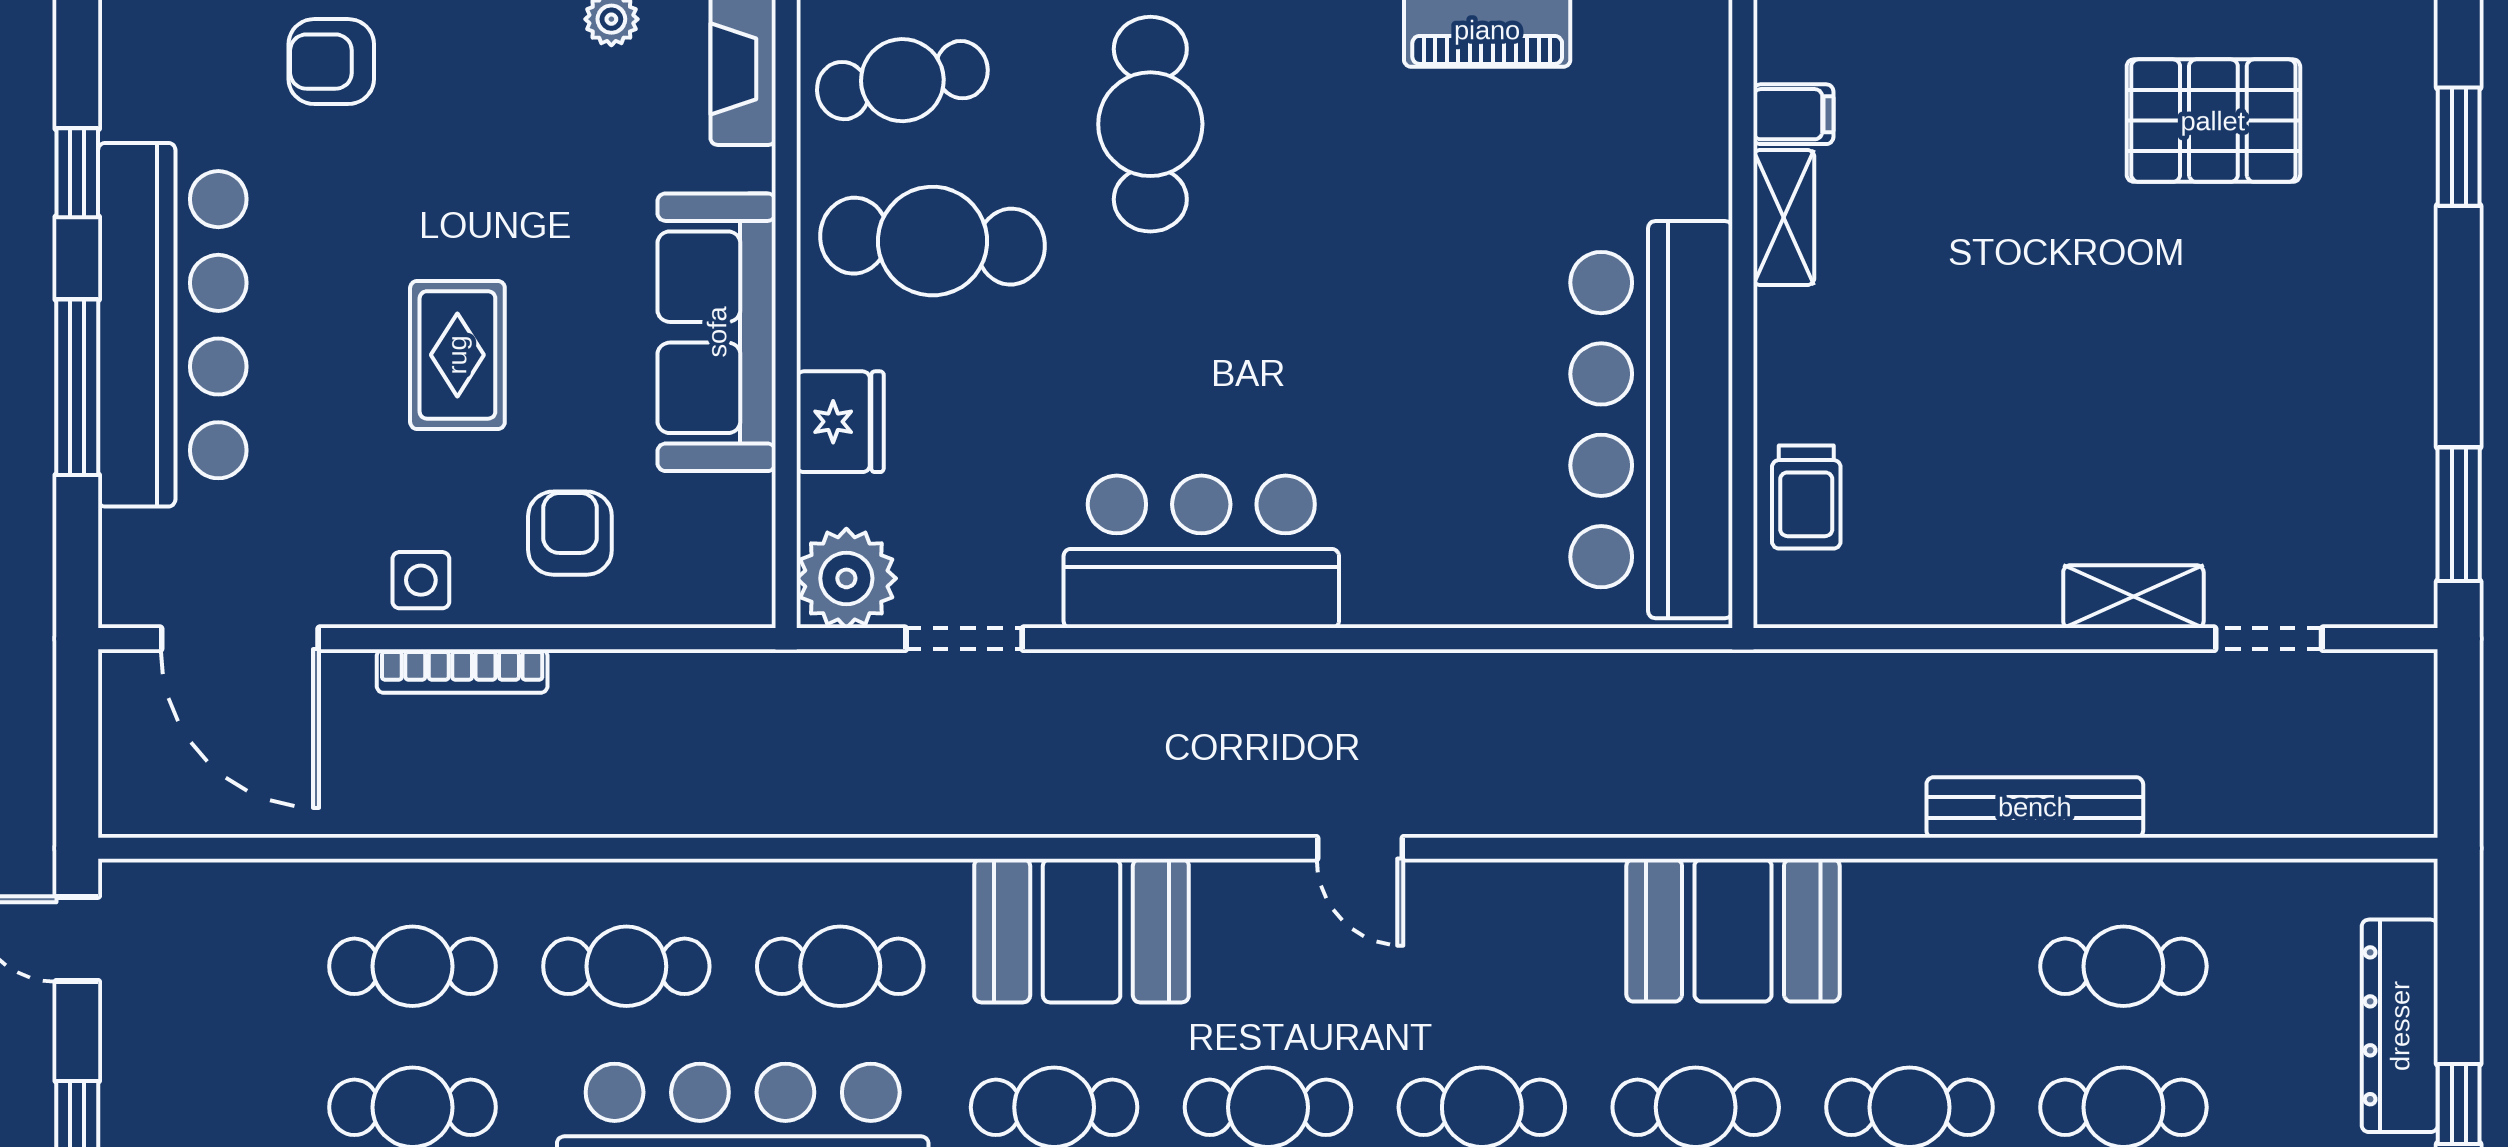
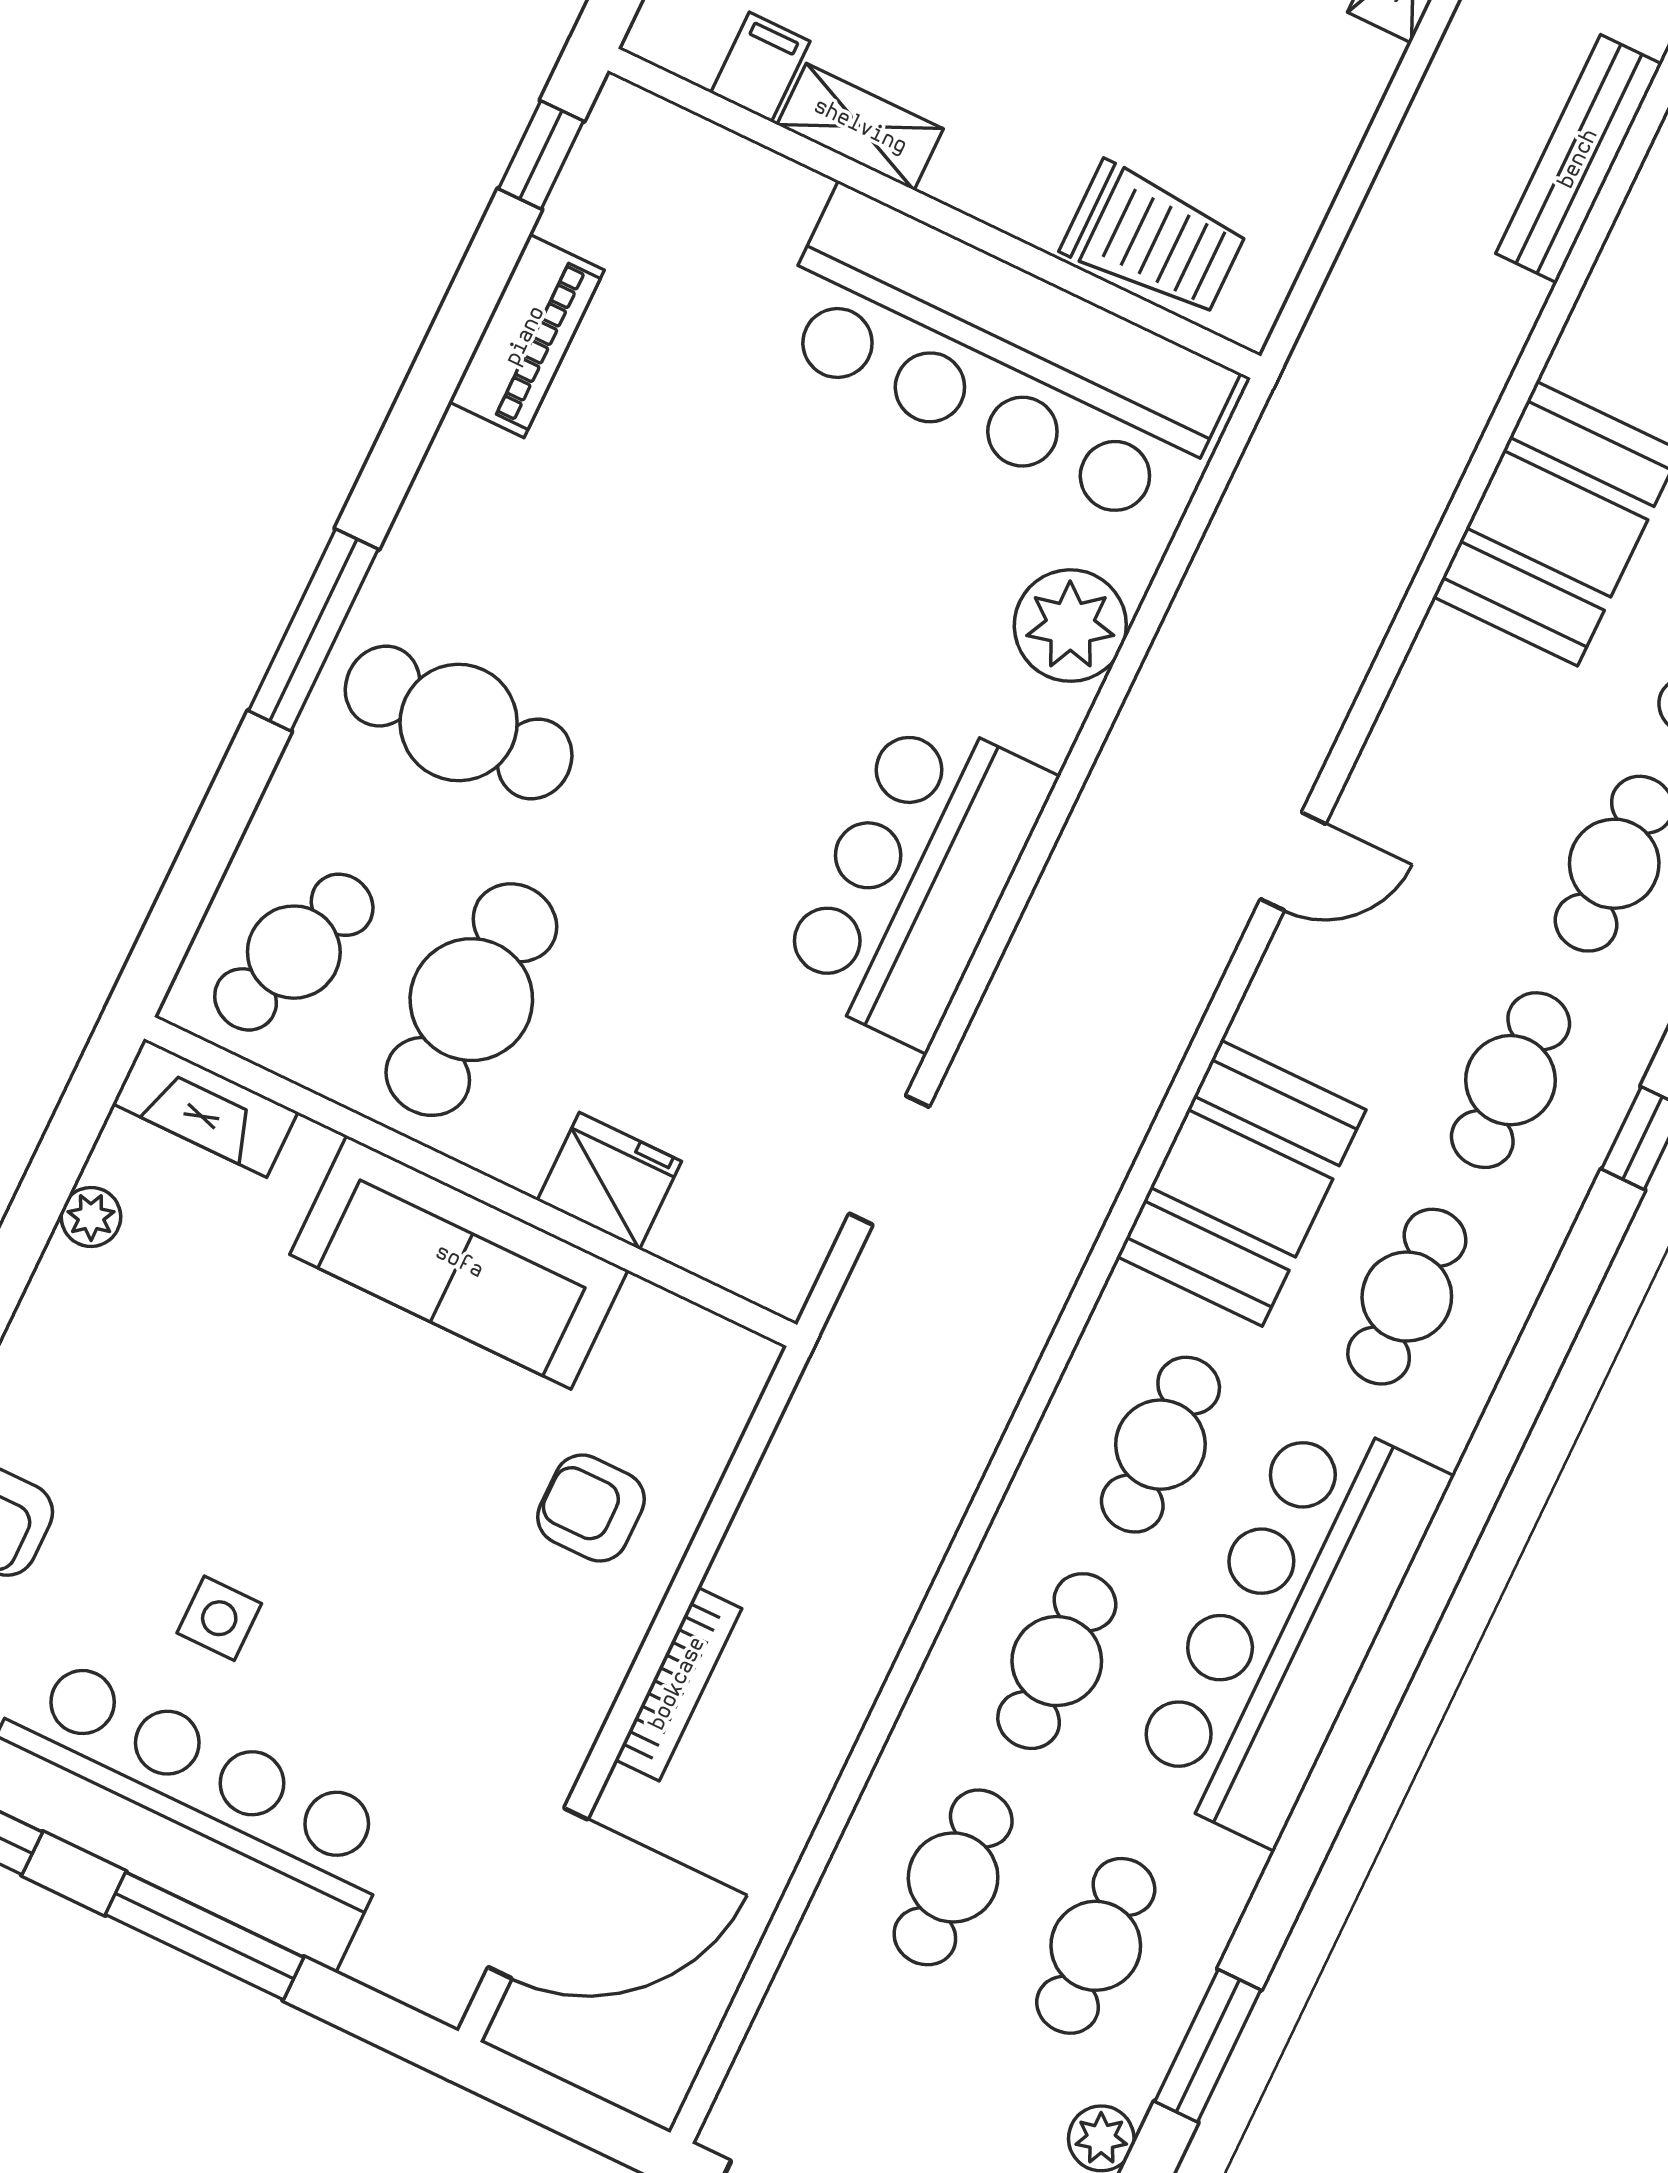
cafe table: (902, 80) -> (294, 952), turned 30
rug: (457, 355) -> (356, 1536), removed
trolley: (1806, 497) -> (1154, 240), width x1.36, depth x1.39
plant: (846, 578) -> (1070, 626), moved
side table: (421, 580) -> (219, 1618), moved

